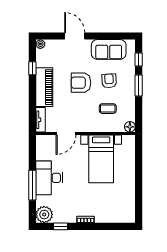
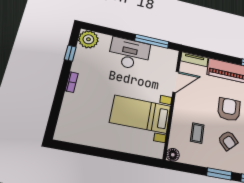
armchair: (109, 81) -> (228, 141), turned 49
door: (66, 133) -> (176, 82), swing flipped
window: (32, 185) -> (152, 41), moved

